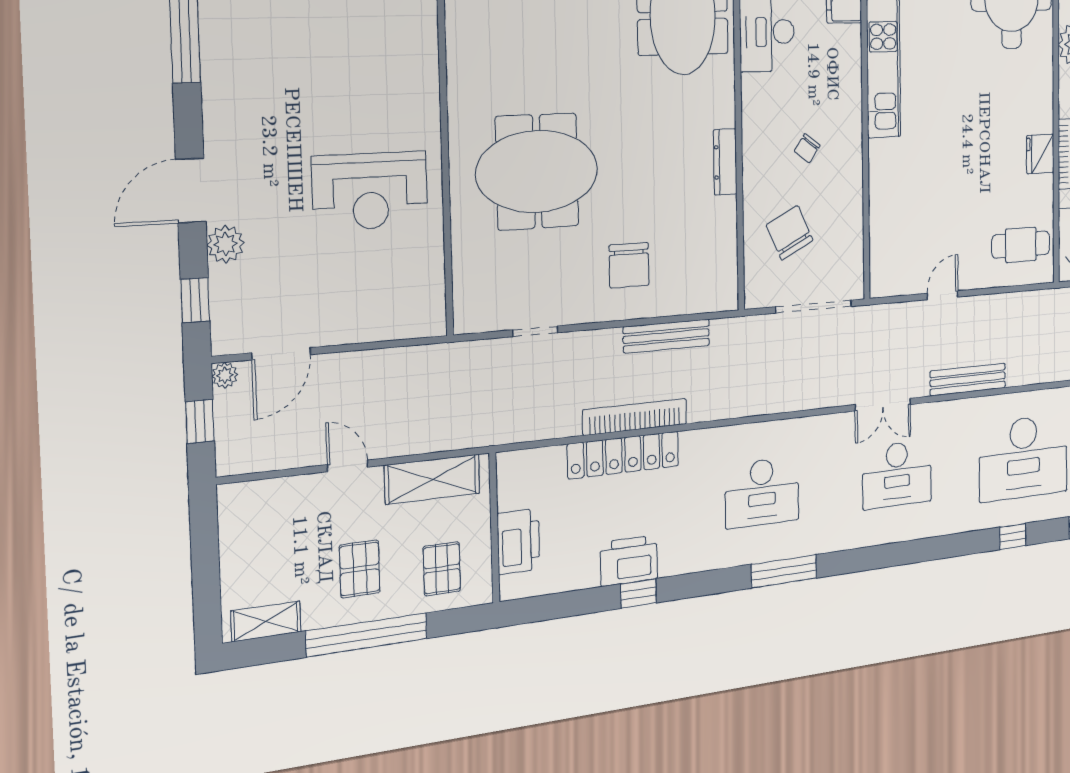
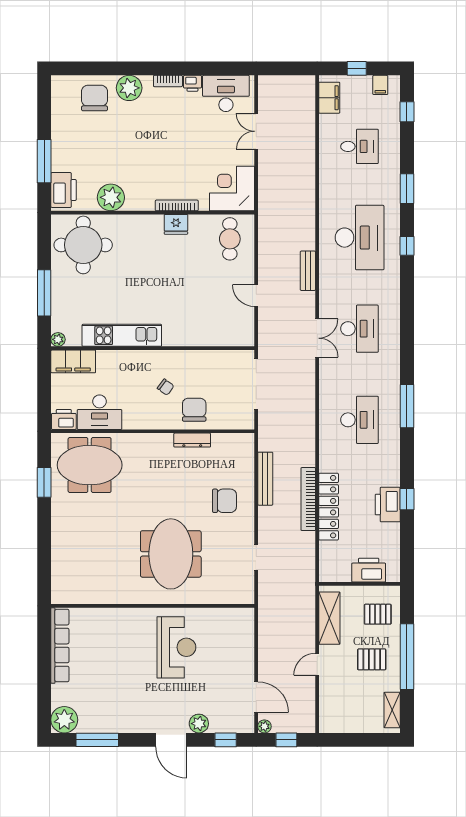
dresser: (725, 162) -> (192, 440), moved
chair: (790, 233) -> (194, 410), moved, turned 116
bench: (968, 379) -> (308, 271), width x0.73

